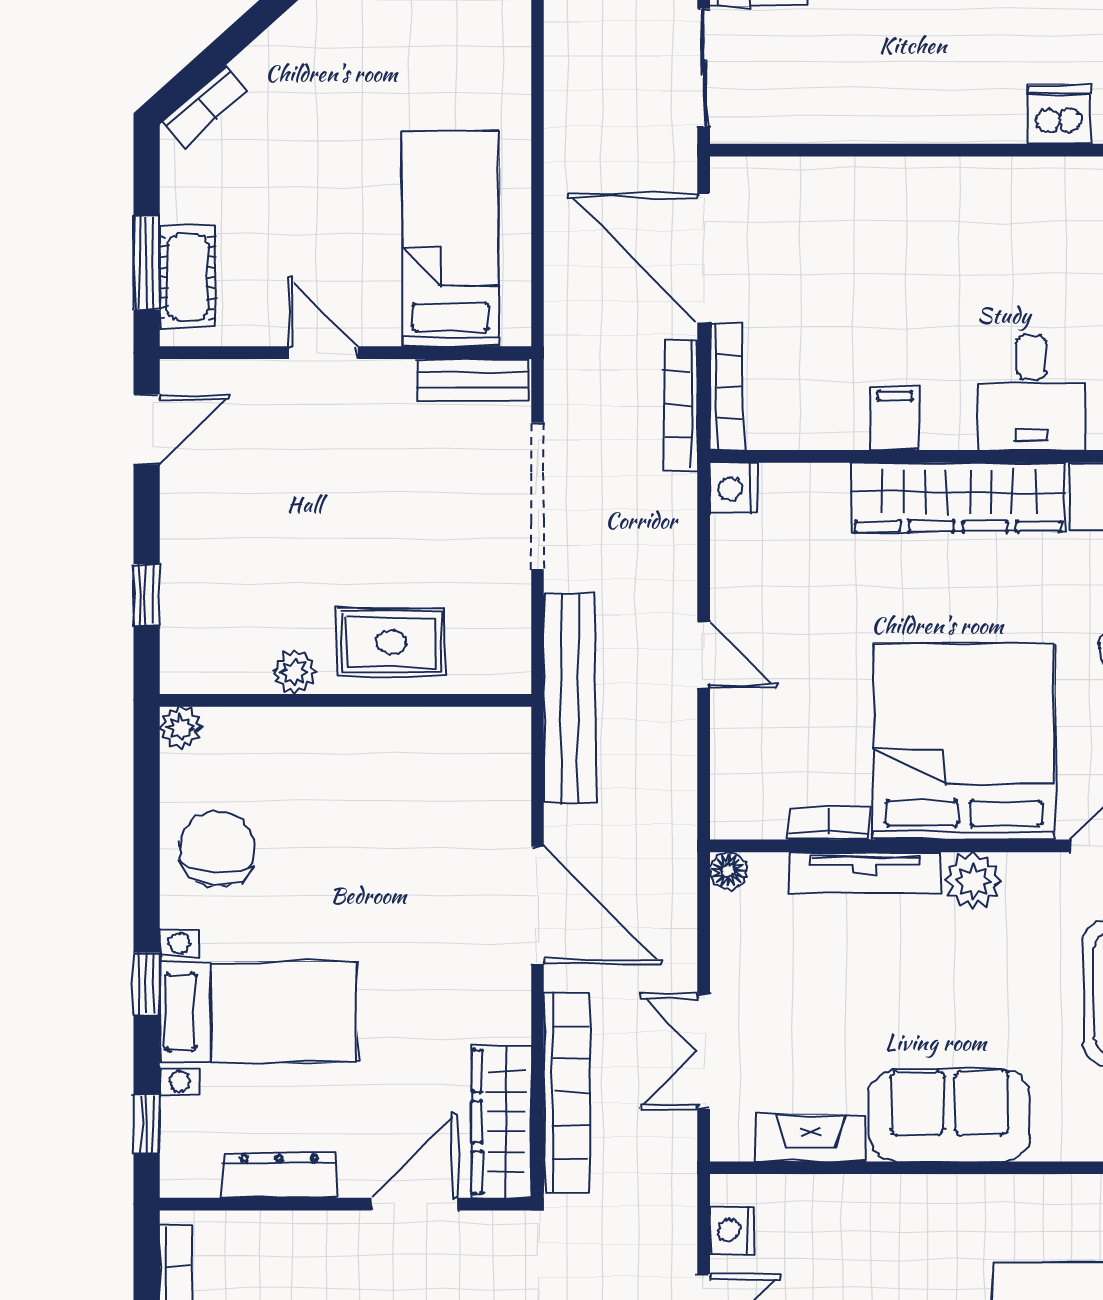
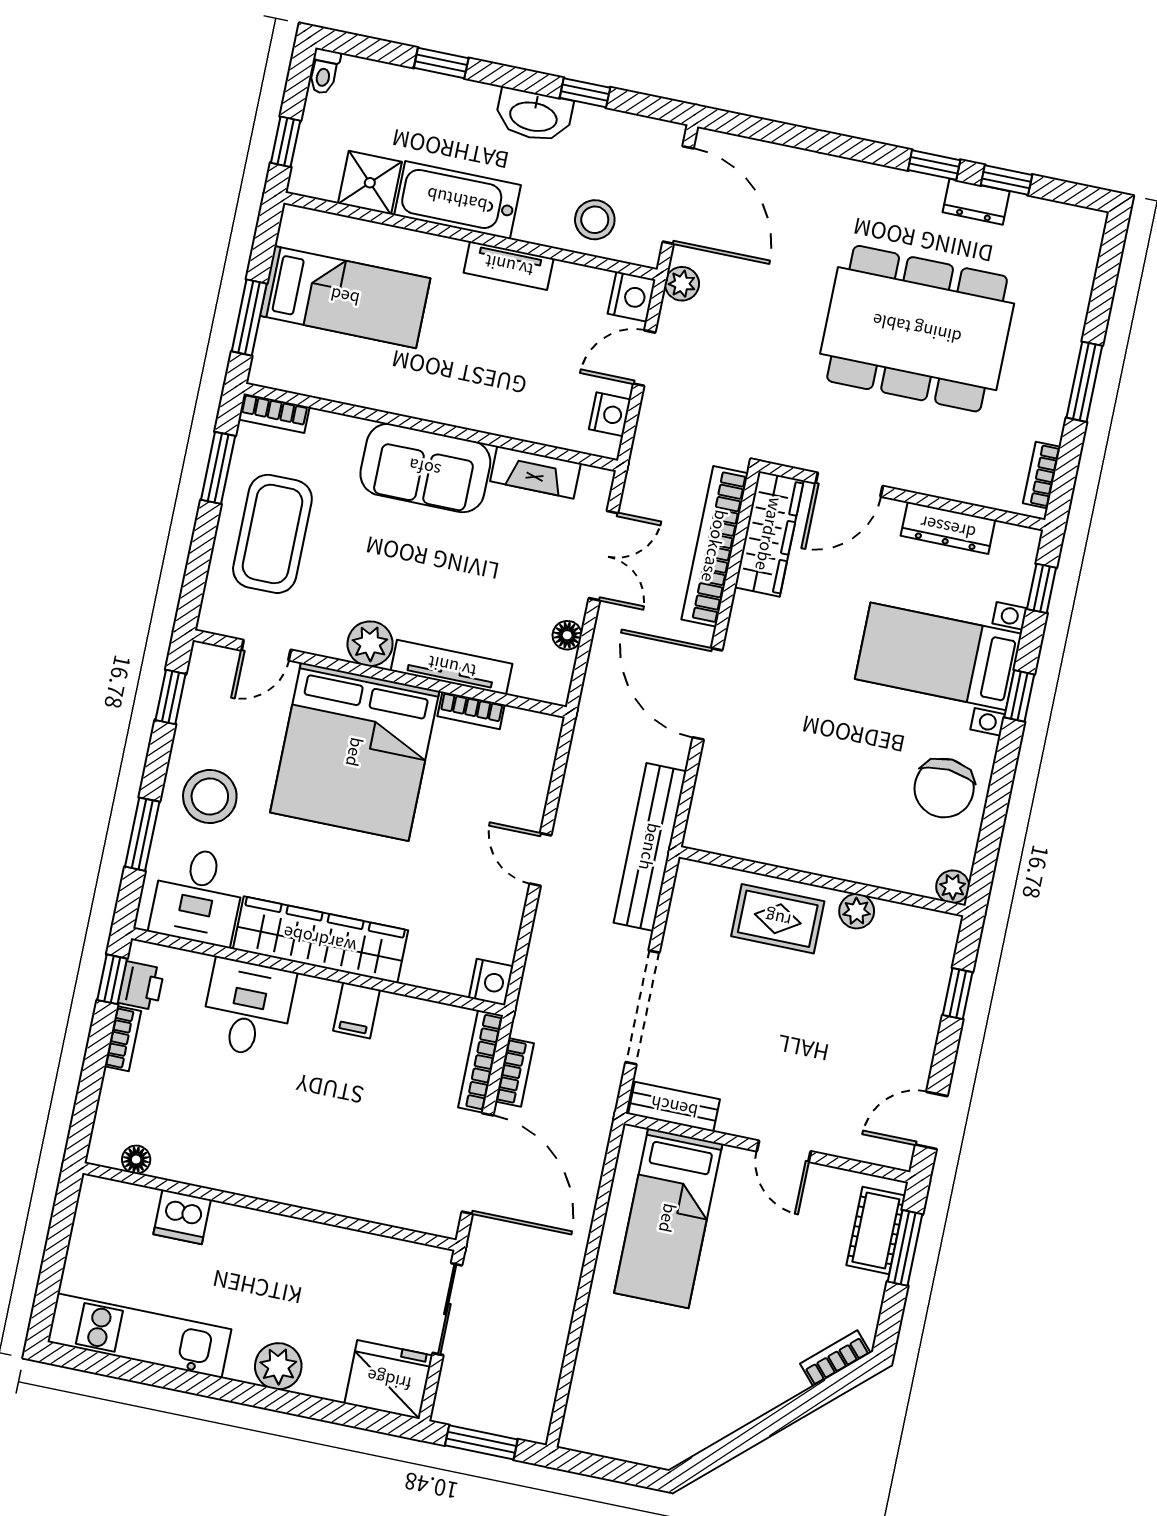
bookcase: (681, 405) -> (515, 1072), width x0.64
floor lamp: (728, 871) -> (567, 635), moved

